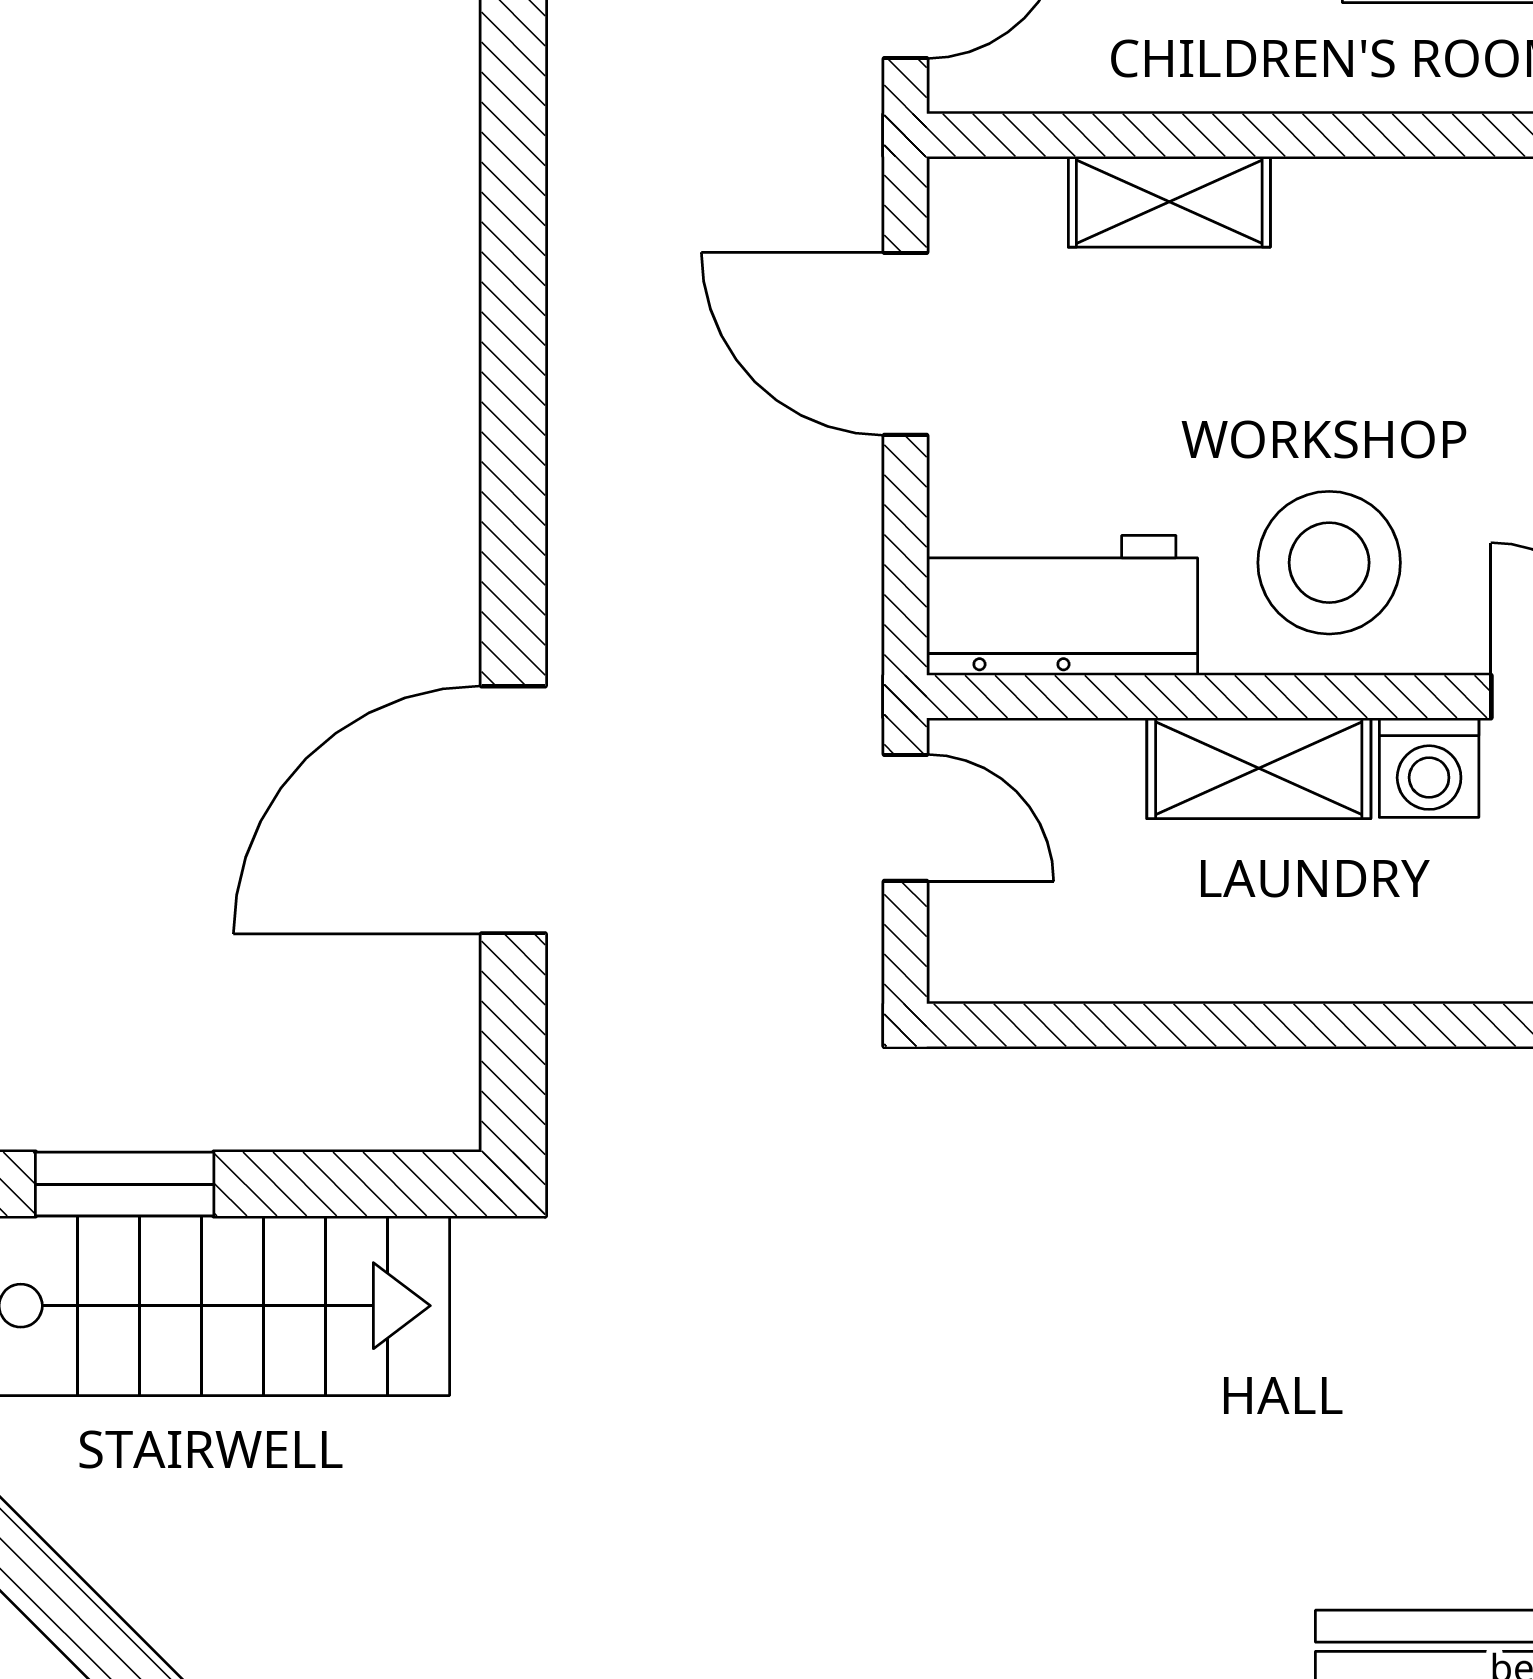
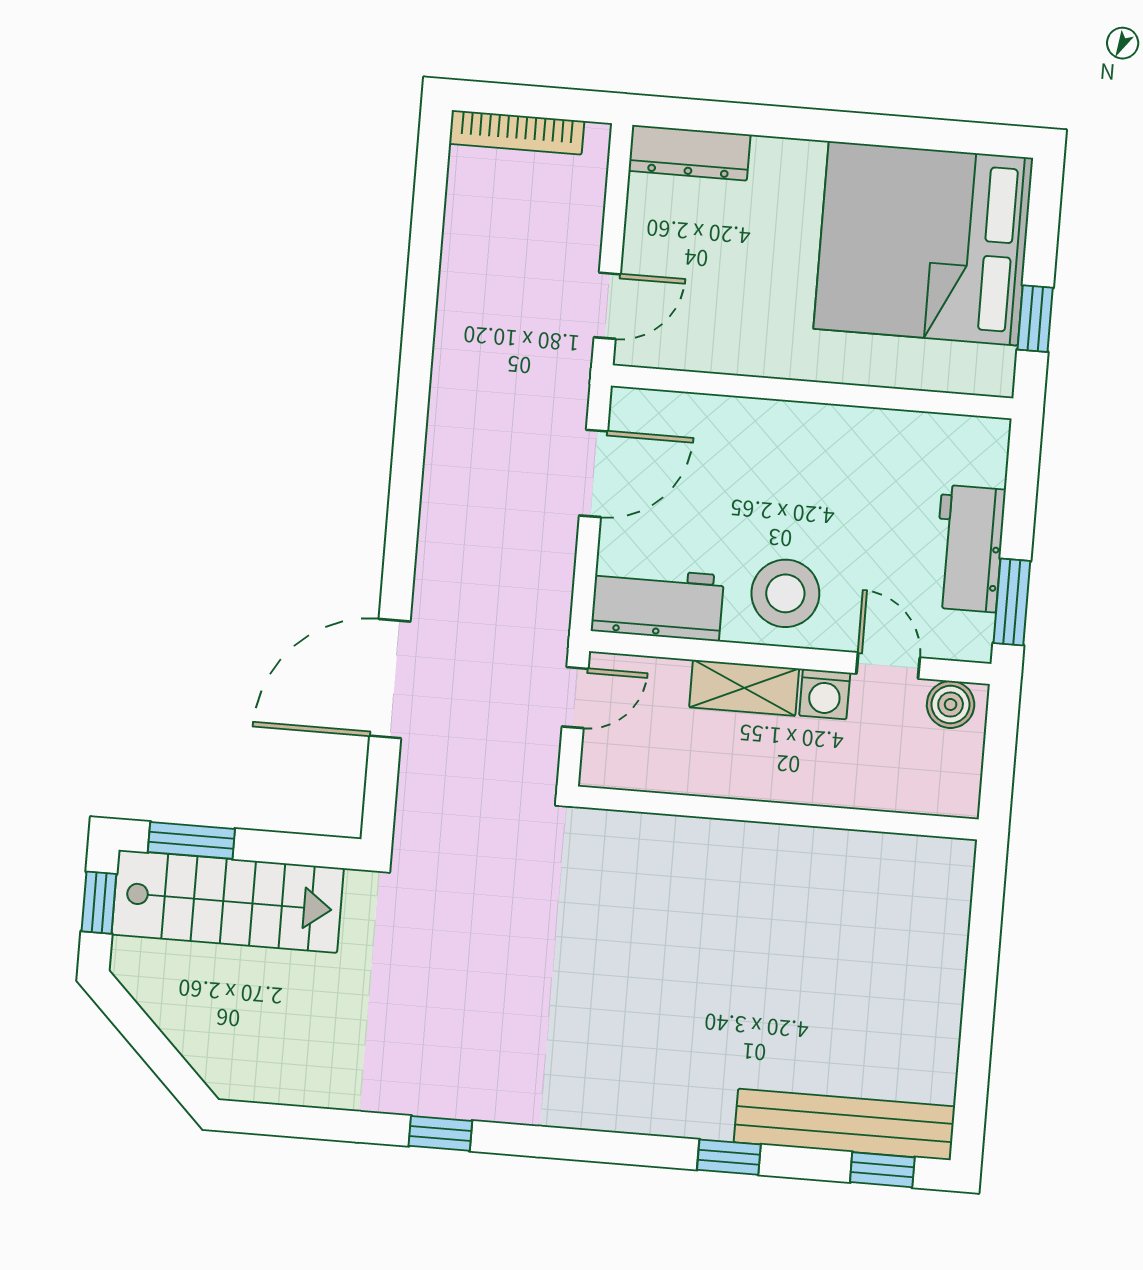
shelving: (1169, 202) -> (724, 416), removed
door: (905, 344) -> (593, 473), swing flipped
door: (905, 818) -> (575, 698), hinge flipped

